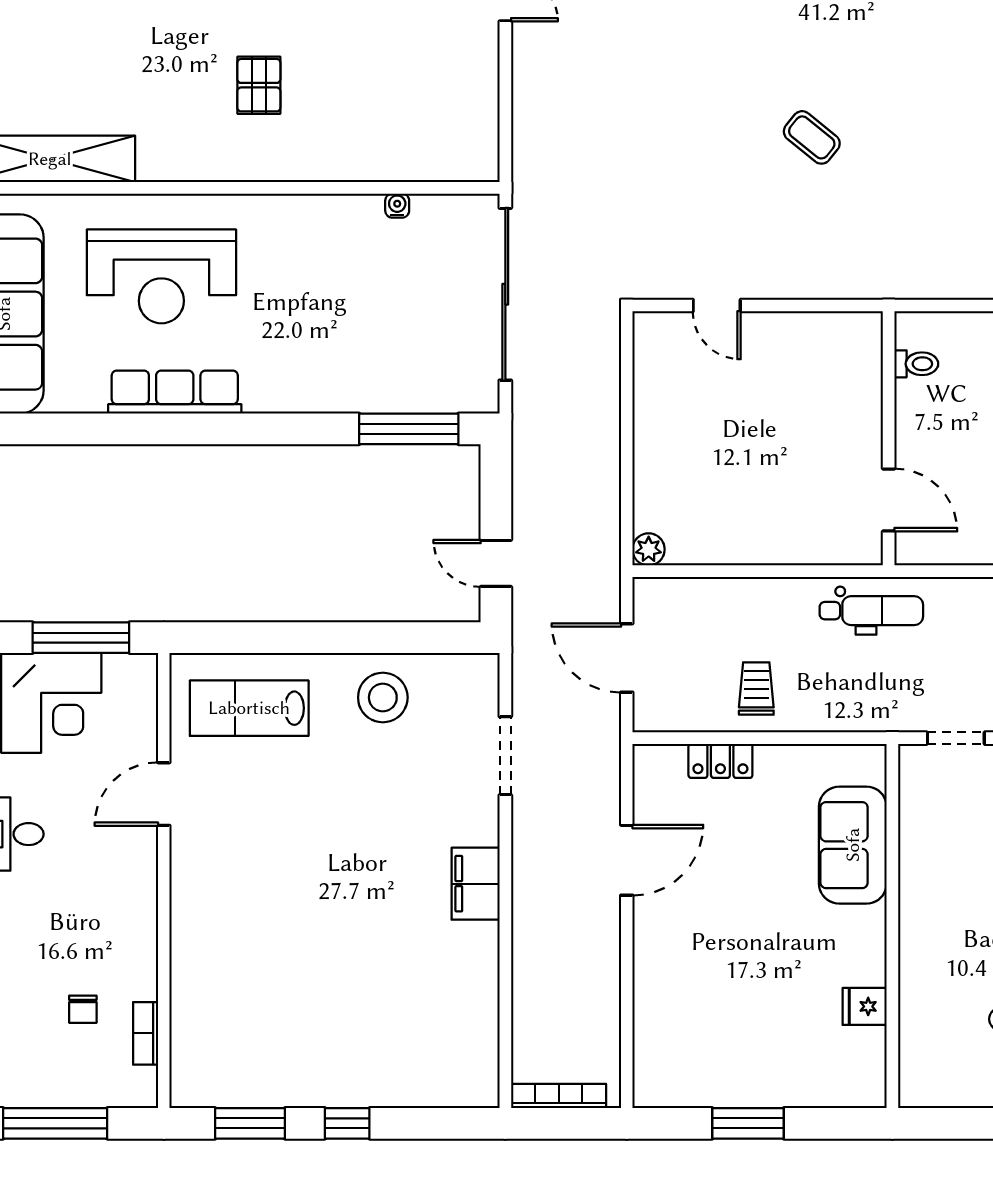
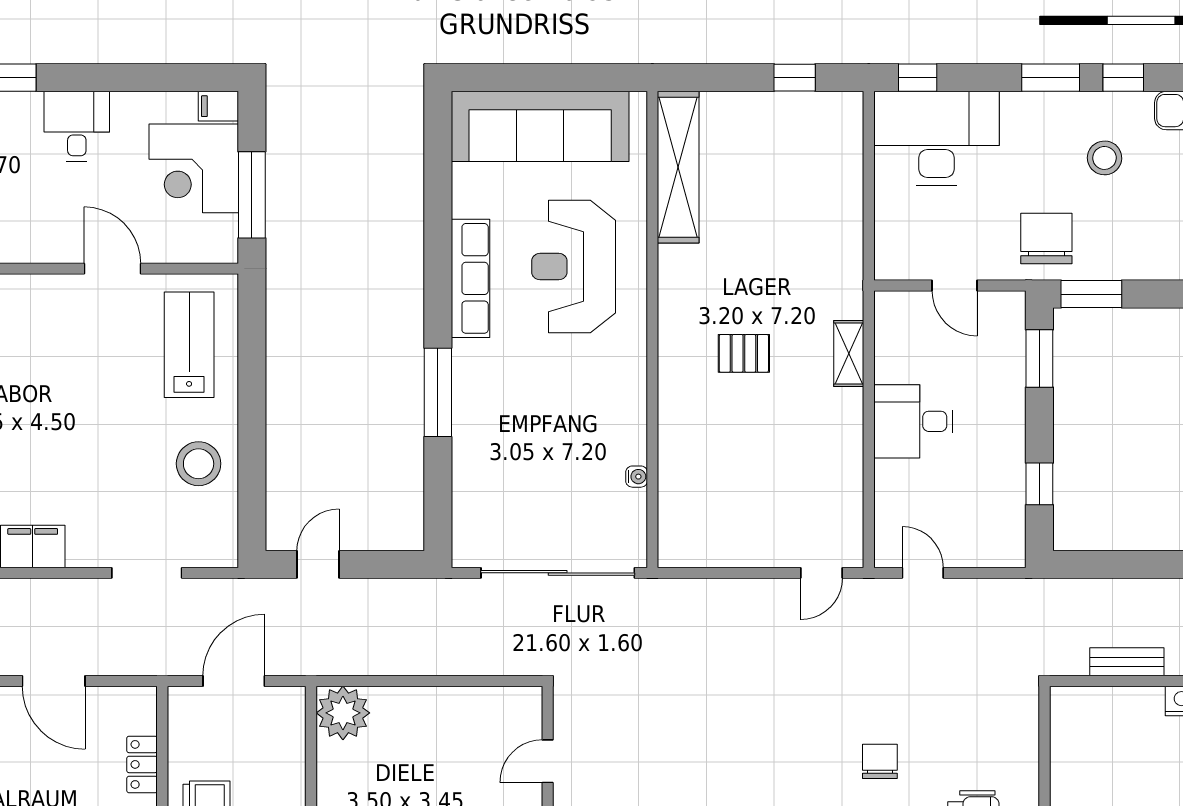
window: (409, 429) -> (438, 392), moved
plant: (649, 549) -> (343, 713), width x1.87, depth x1.87

